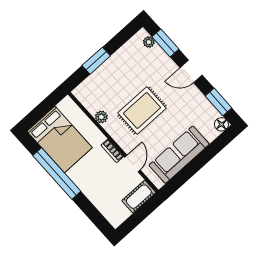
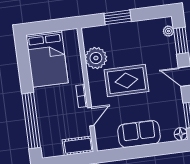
plant: (101, 117) -> (96, 58), width x1.88, depth x1.88
sofa: (179, 155) -> (139, 134), width x0.73
window: (57, 173) -> (31, 121), moved

